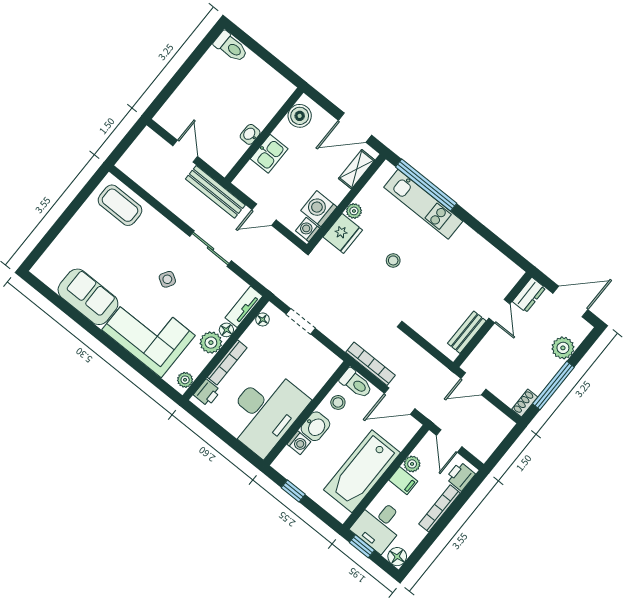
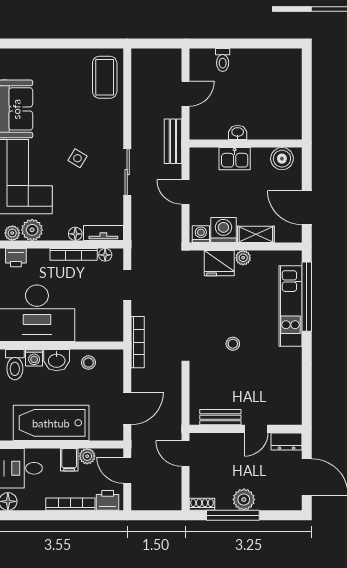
toilet: (231, 47) -> (223, 60), moved, width x0.73, depth x0.72
shelving: (357, 169) -> (256, 234), moved
bench: (215, 192) -> (173, 141), width x0.73
stool: (393, 260) -> (233, 344), moved
plant: (211, 343) -> (32, 230), moved
plant: (563, 348) -> (244, 499), moved
bookcase: (227, 362) -> (74, 254), moved
bookcase: (370, 364) -> (138, 342), moved
toilet: (356, 383) -> (15, 365), moved
door: (400, 401) -> (127, 408), swing flipped
door: (449, 441) -> (127, 470), hinge flipped

